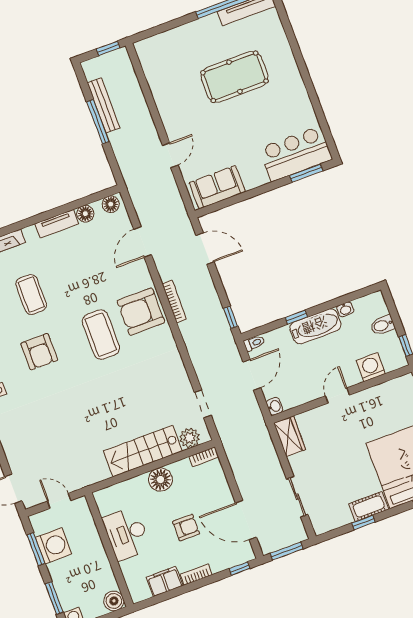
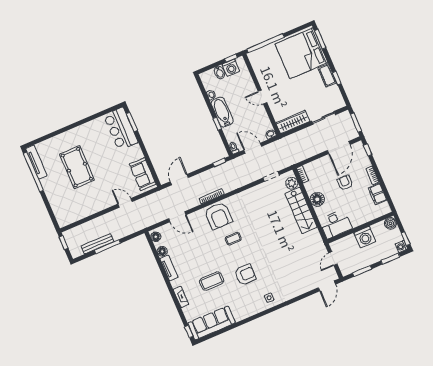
coffee table: (101, 335) -> (233, 239), width x0.54, depth x0.58
washing machine: (371, 367) -> (231, 68), moved, turned -90
wardrobe: (290, 436) -> (293, 122), width x1.50
desk: (127, 534) -> (335, 224), moved
washing machine: (54, 546) -> (365, 237), moved, turned 180

